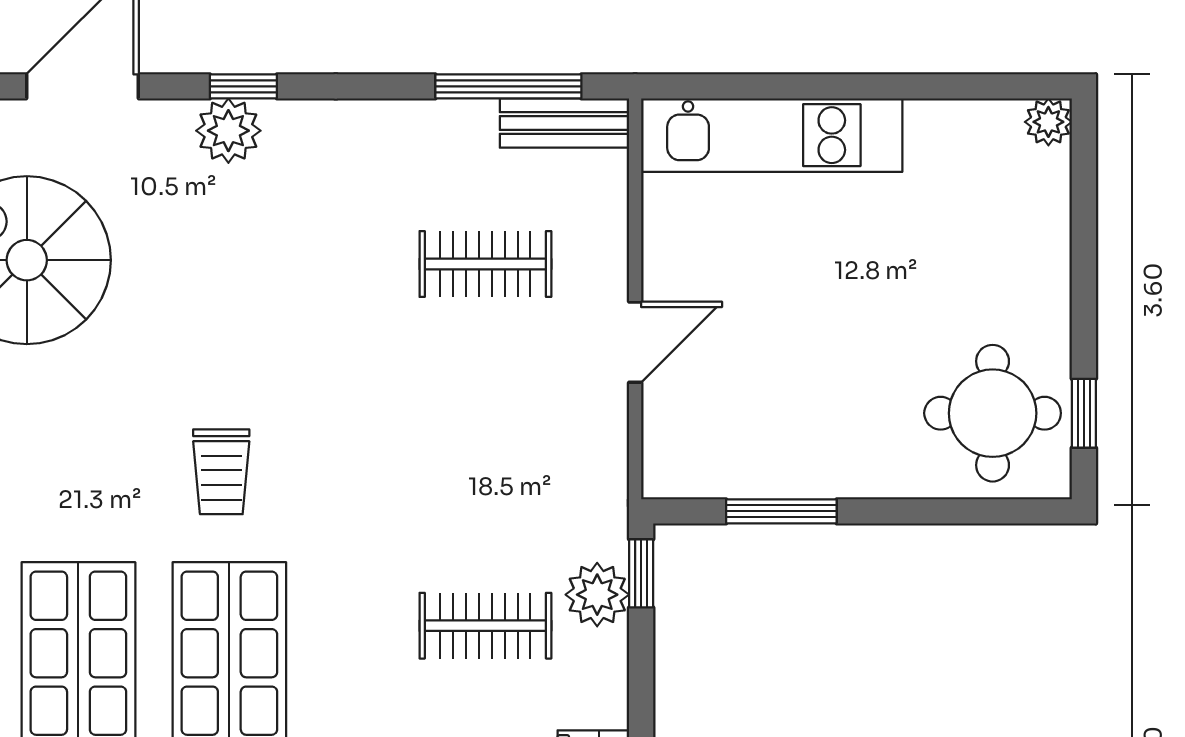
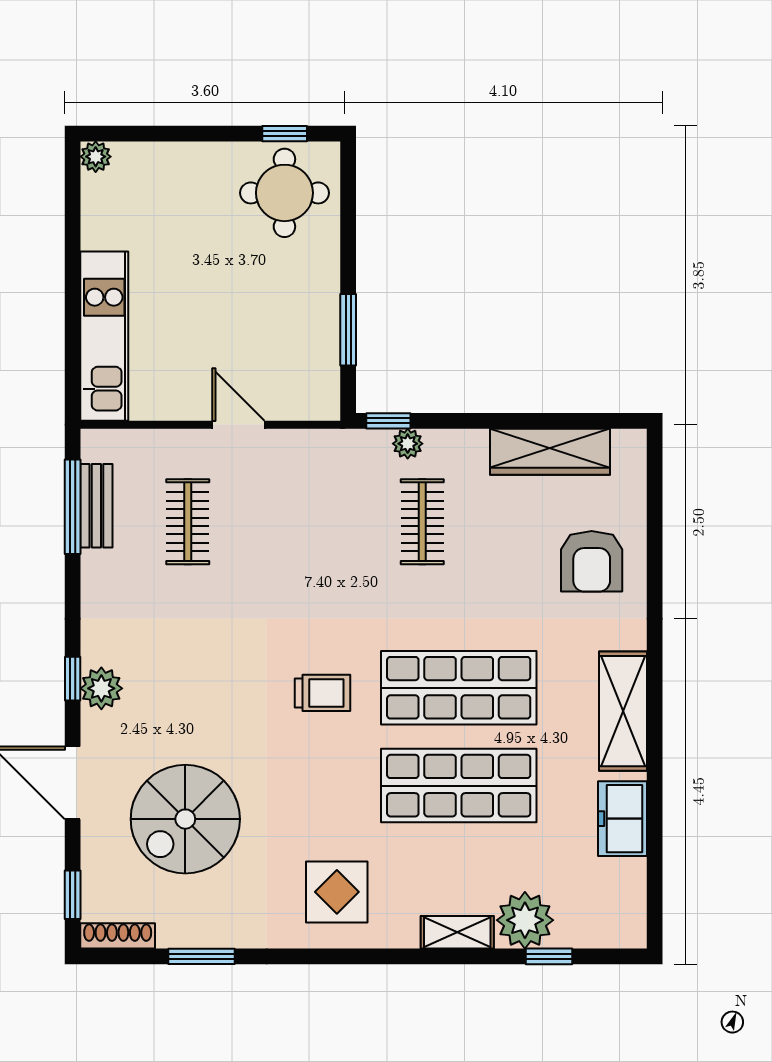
bench: (564, 123) -> (96, 506), moved
plant: (597, 595) -> (408, 444), width x0.73, depth x0.73

